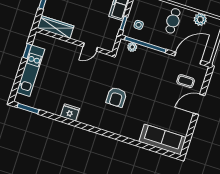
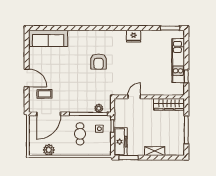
cafe table: (173, 21) -> (80, 134), moved
armchair: (116, 97) -> (99, 62), turned 180
door: (199, 104) -> (27, 78), hinge flipped

